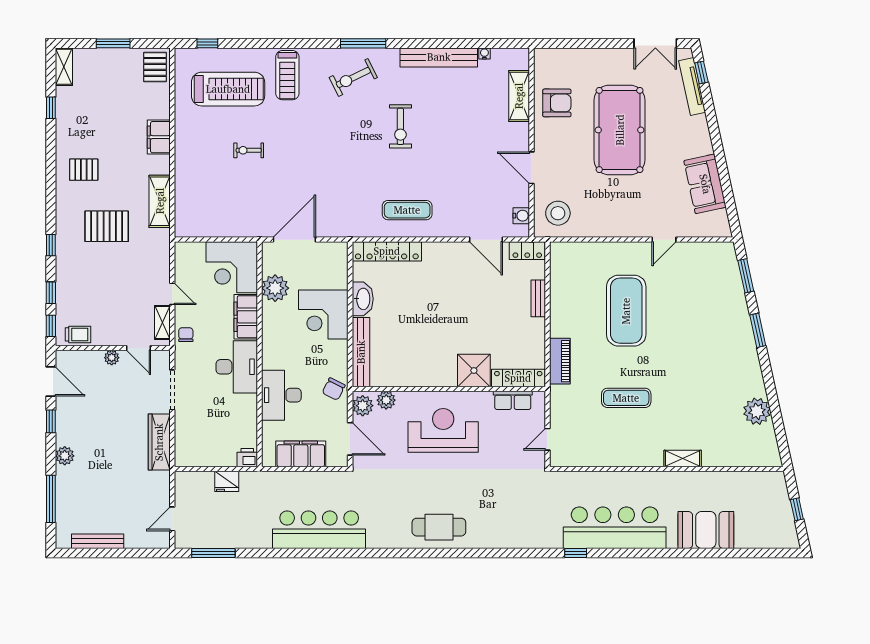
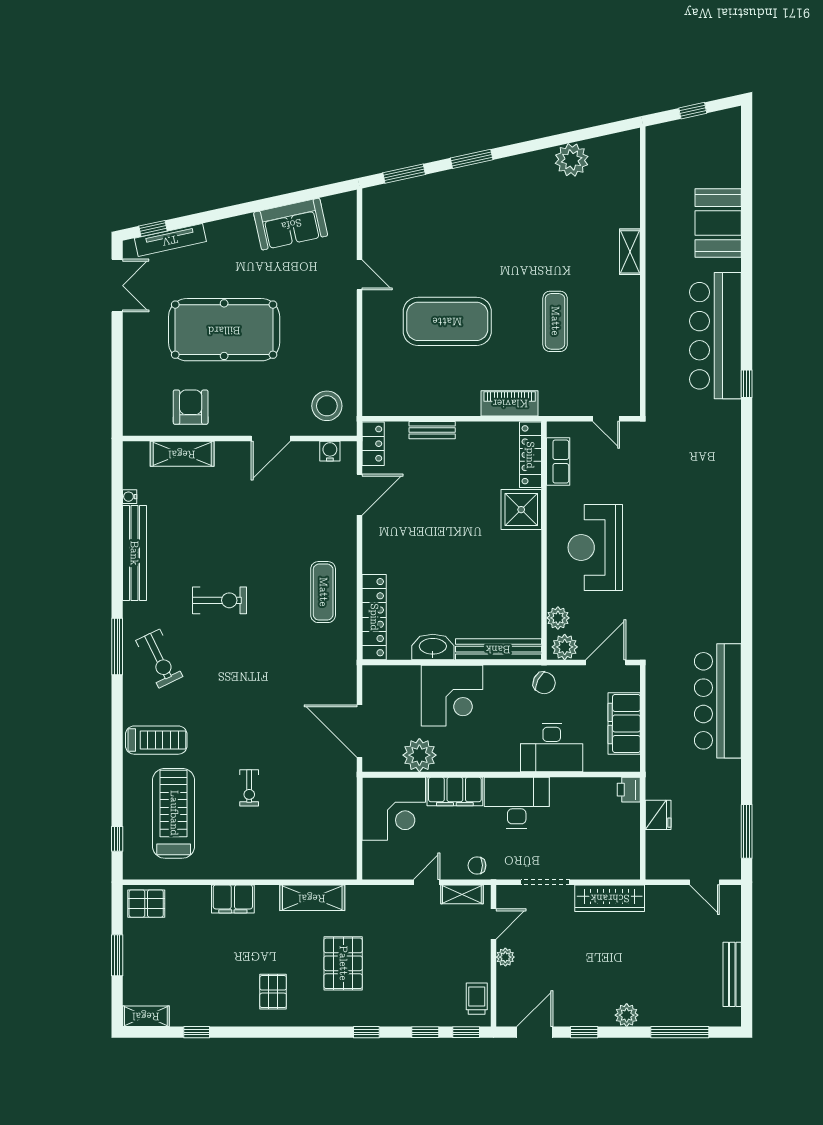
cafe table: (439, 527) -> (715, 553), removed

